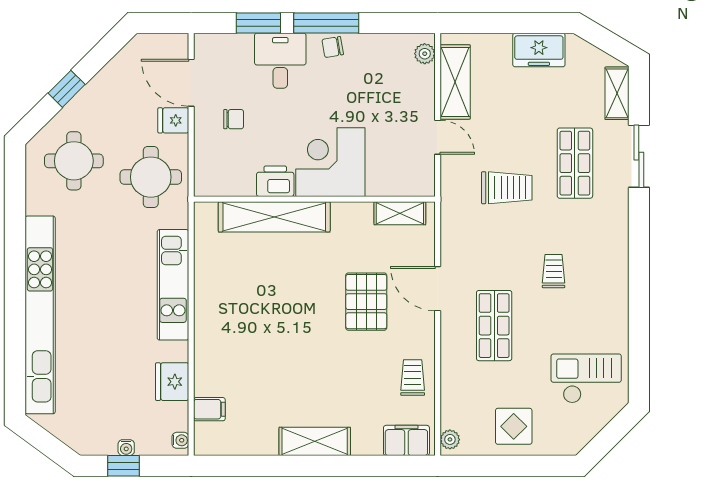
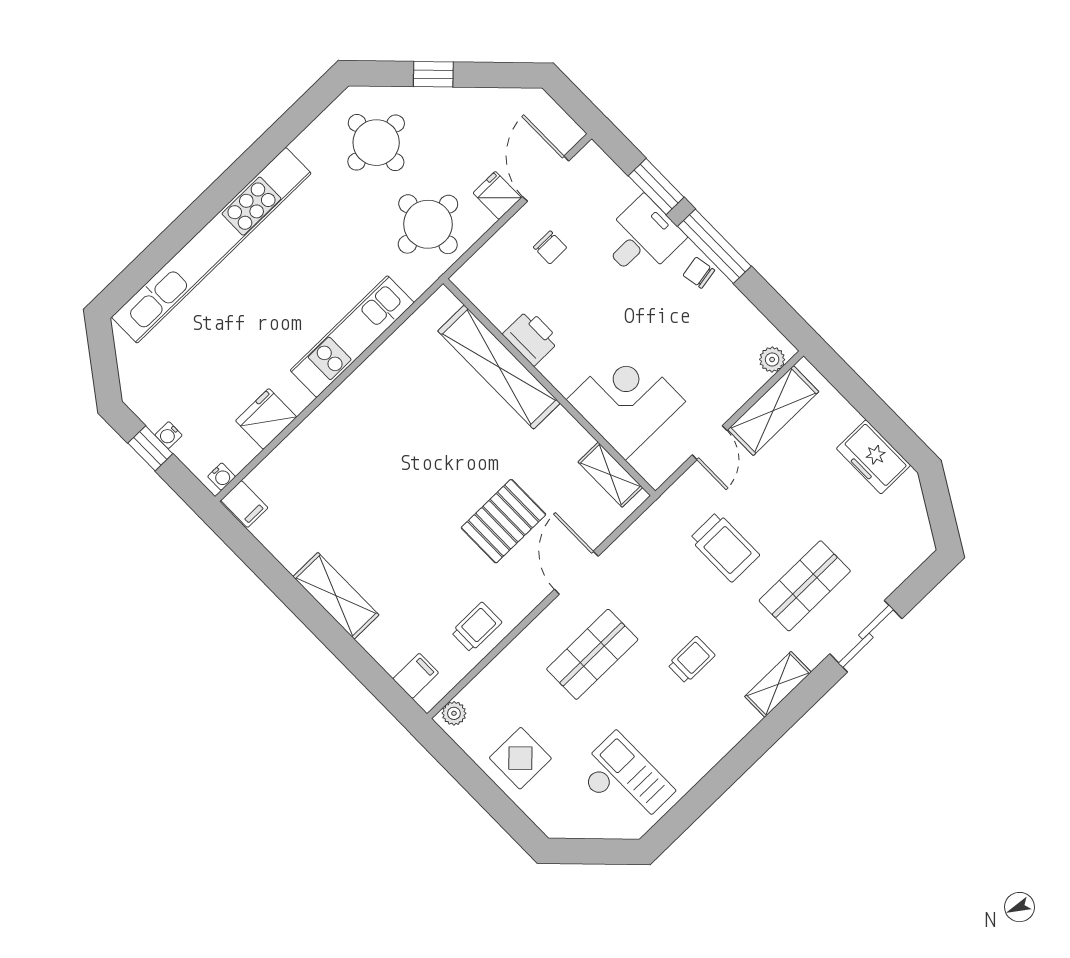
shelving: (617, 93) -> (778, 684), moved
corner desk: (330, 162) -> (626, 401), moved
filing cabinet: (209, 409) -> (244, 504), moved
filing cabinet: (406, 440) -> (416, 676), width x0.50

